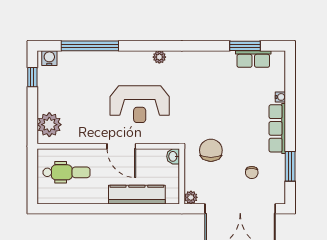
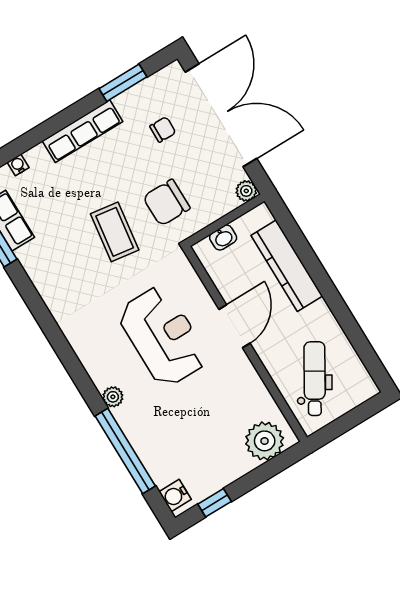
plant: (159, 57) -> (113, 397), moved
water cooler: (280, 97) -> (18, 165), moved
coffee table: (212, 112) -> (115, 232), added
washbasin: (173, 156) -> (223, 238), moved
dental chair: (66, 172) -> (315, 379), turned 31

